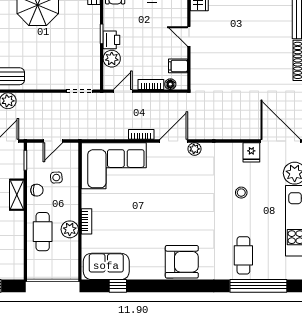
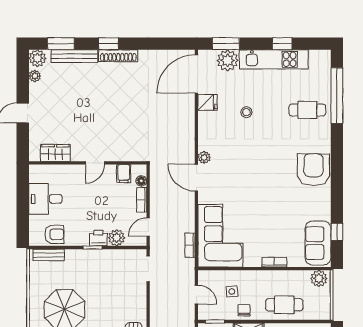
door: (123, 91) -> (148, 227), hinge flipped
bookcase: (141, 134) -> (190, 245), moved
plant: (70, 229) -> (319, 278), moved

